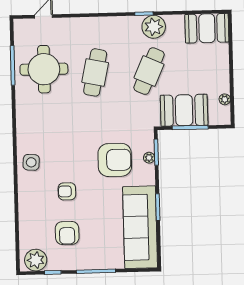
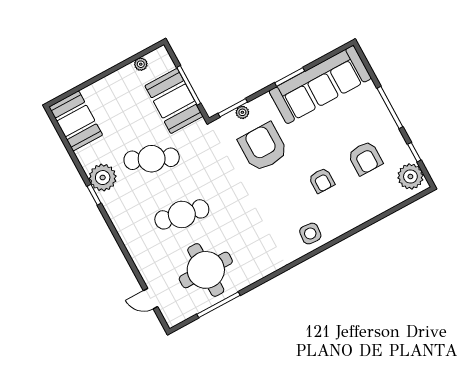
armchair: (67, 233) -> (365, 158), turned 90

